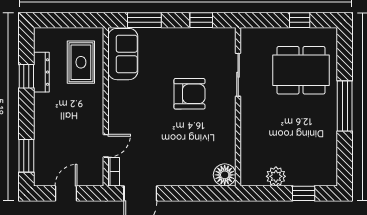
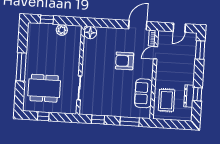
sofa: (123, 54) -> (143, 93), moved
armchair: (189, 94) -> (125, 61), moved

